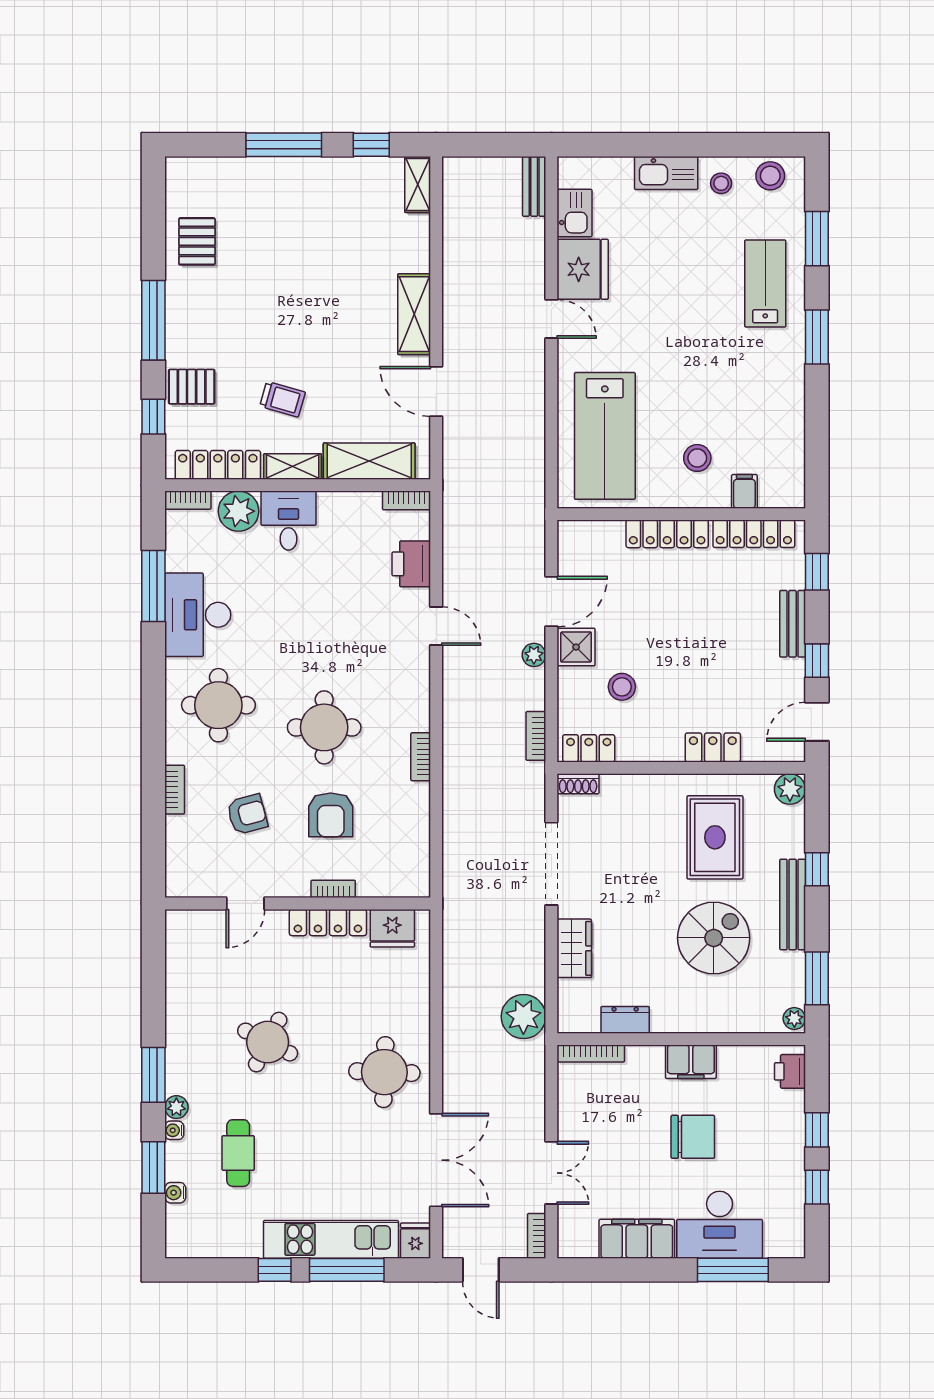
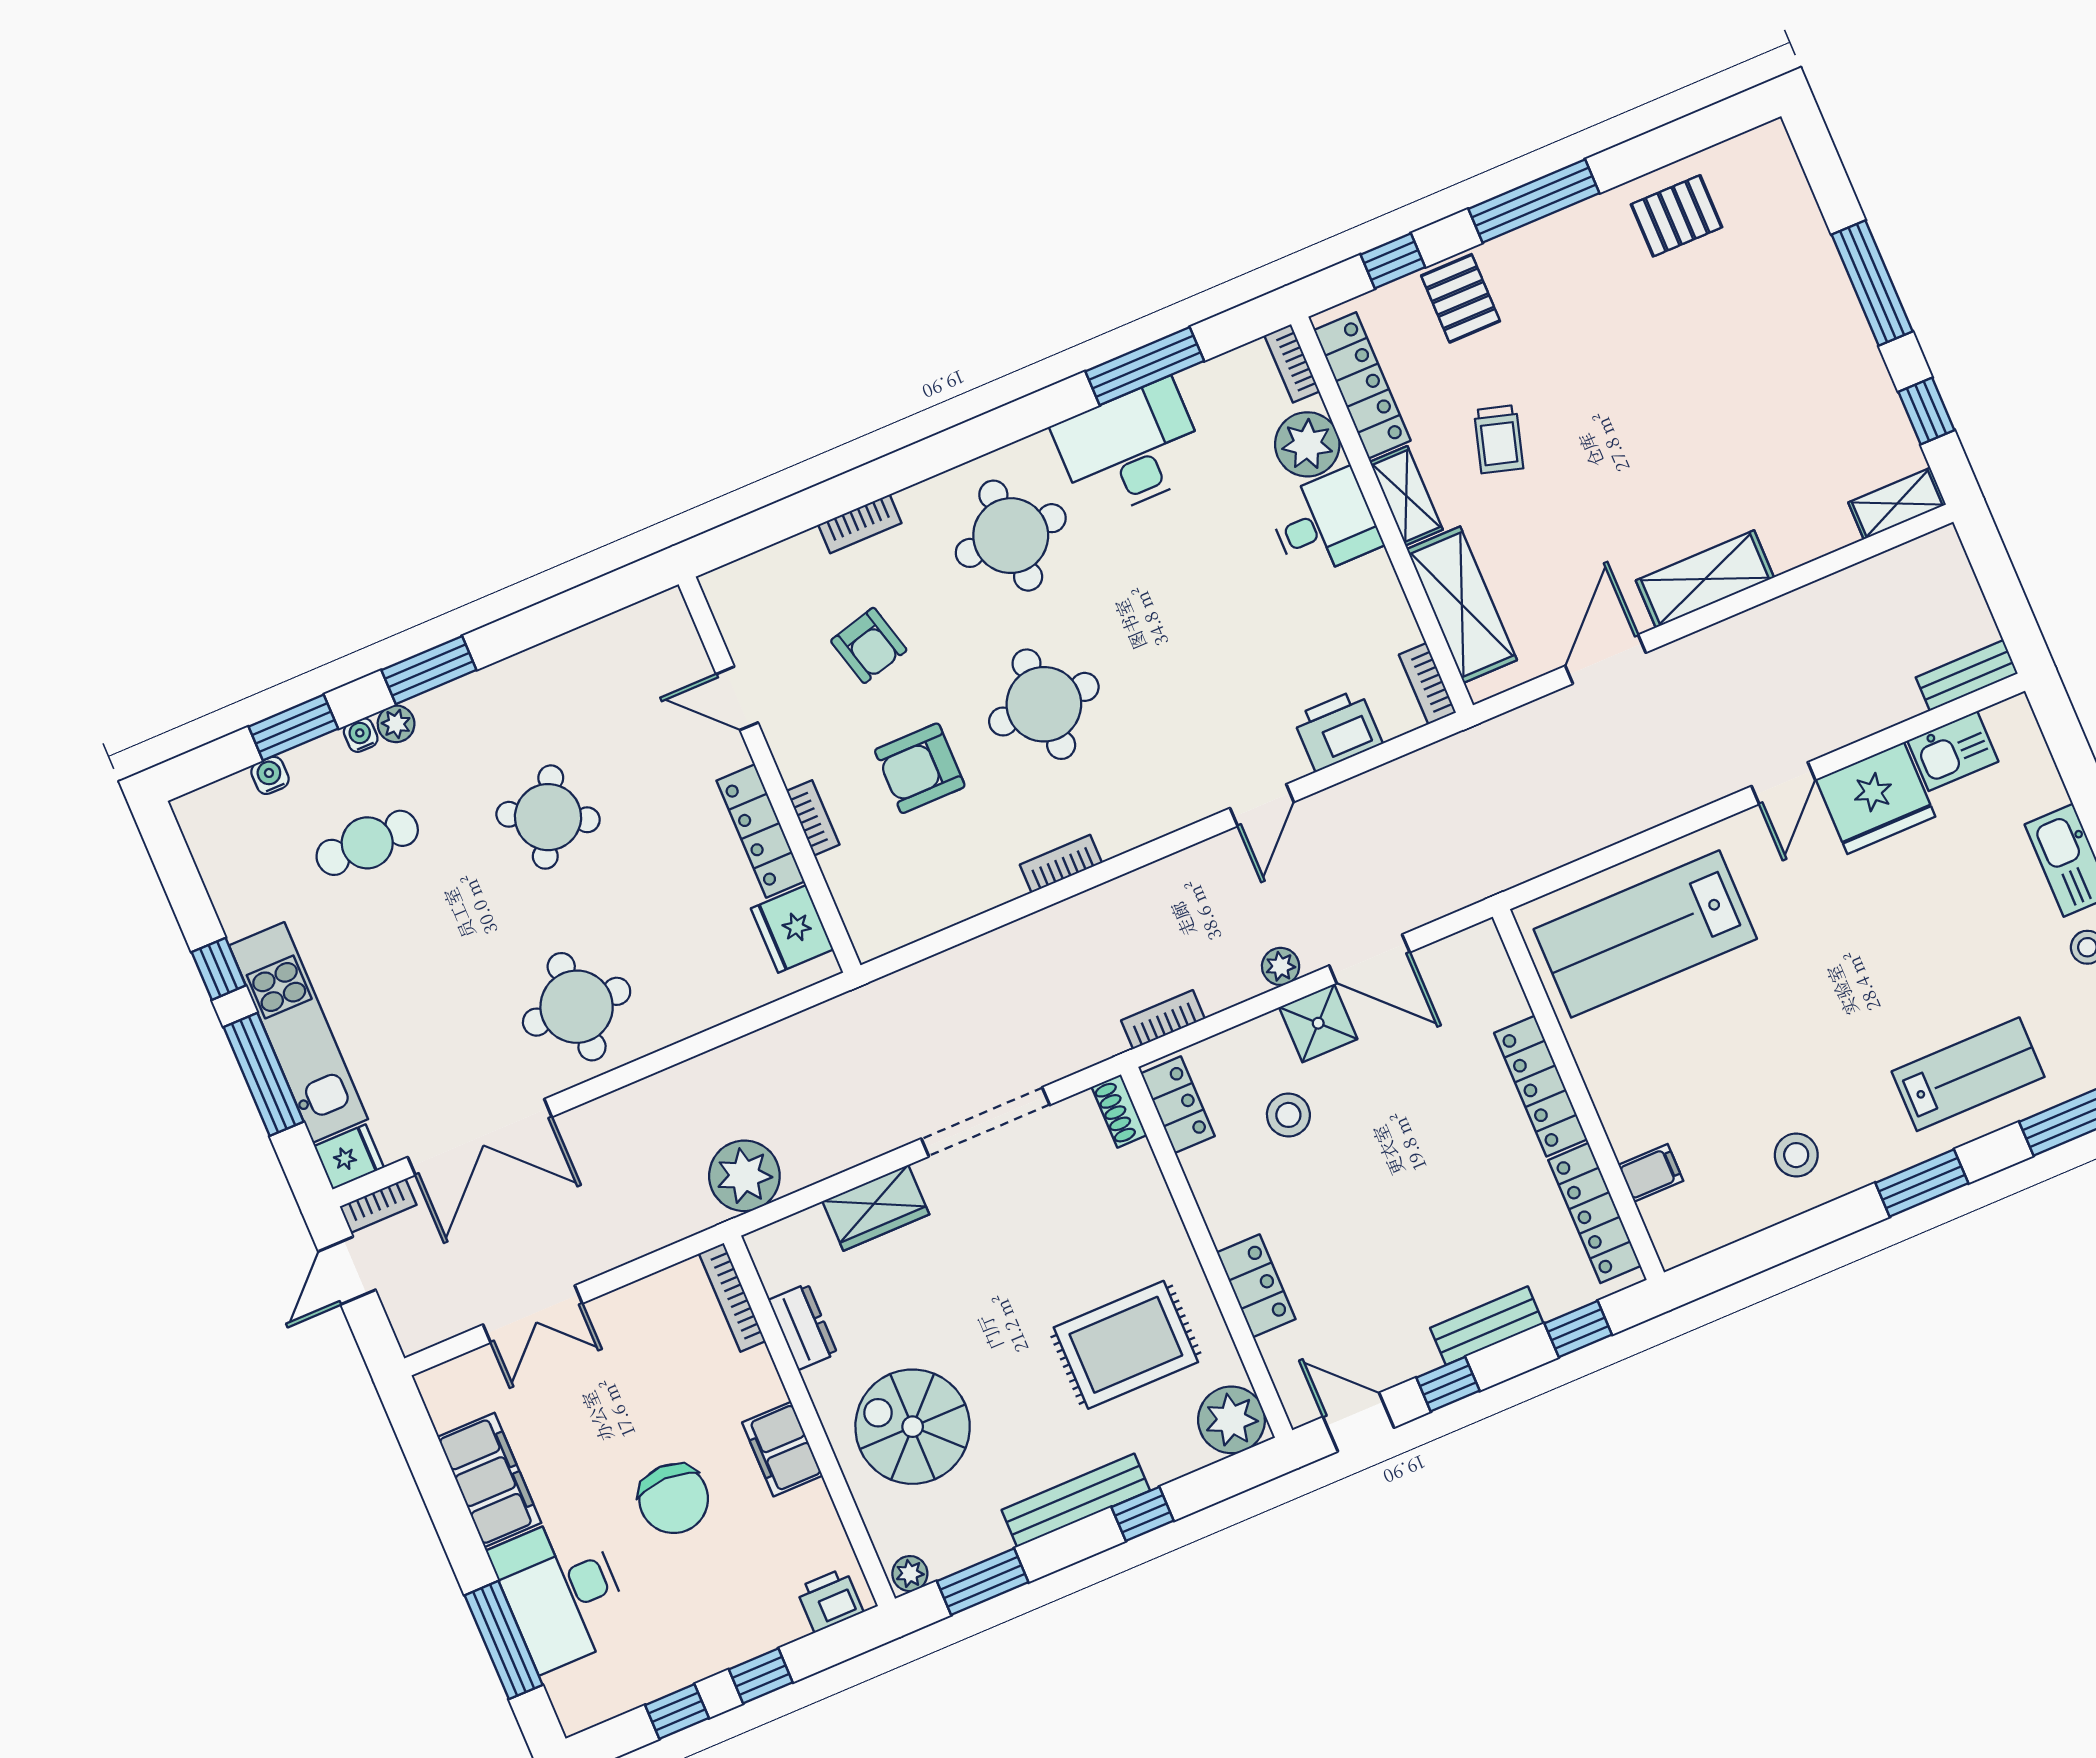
stool: (697, 458) -> (1796, 1155), moved
plant: (790, 789) -> (1231, 1420), width x1.36, depth x1.36
spiral stairs: (714, 938) -> (913, 1427), moved, turned 180
bookcase: (537, 1236) -> (378, 1206), moved, turned 180

